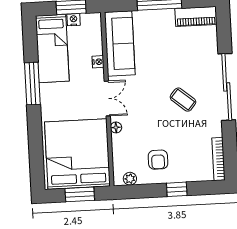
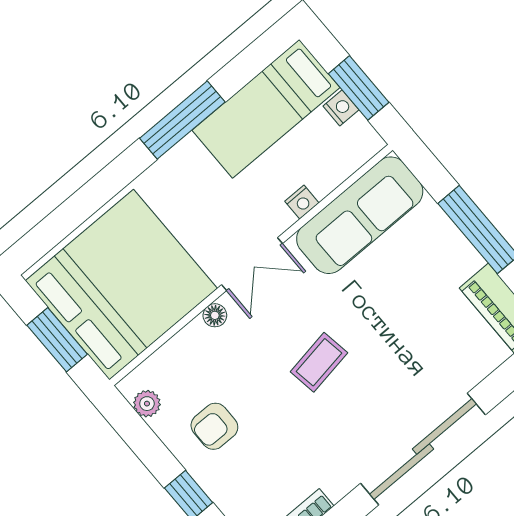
coffee table: (183, 100) -> (319, 362), moved, turned 41

